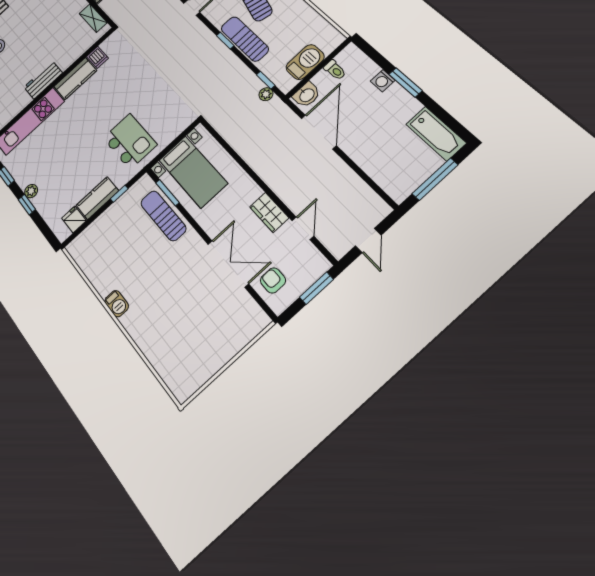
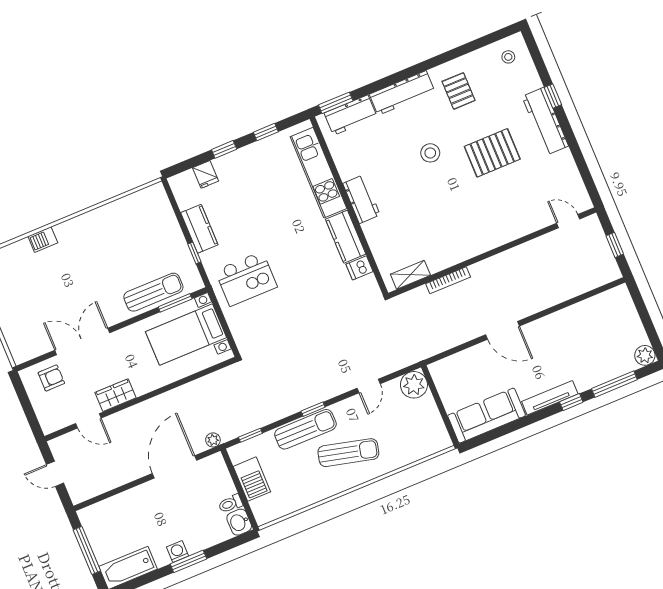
washing machine: (383, 81) -> (177, 552), moved
plant: (266, 94) -> (213, 440), moved
washbasin: (307, 95) -> (239, 522), moved
door: (319, 132) -> (174, 467), swing flipped
plant: (31, 191) -> (237, 157), removed
fridge: (74, 219) -> (206, 174), moved, turned 90
double door: (228, 264) -> (82, 342), swing flipped
window: (316, 288) -> (30, 414), removed
barbecue: (117, 304) -> (43, 240), moved

